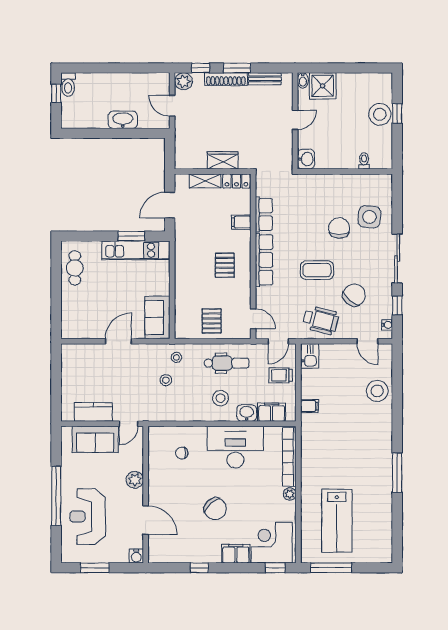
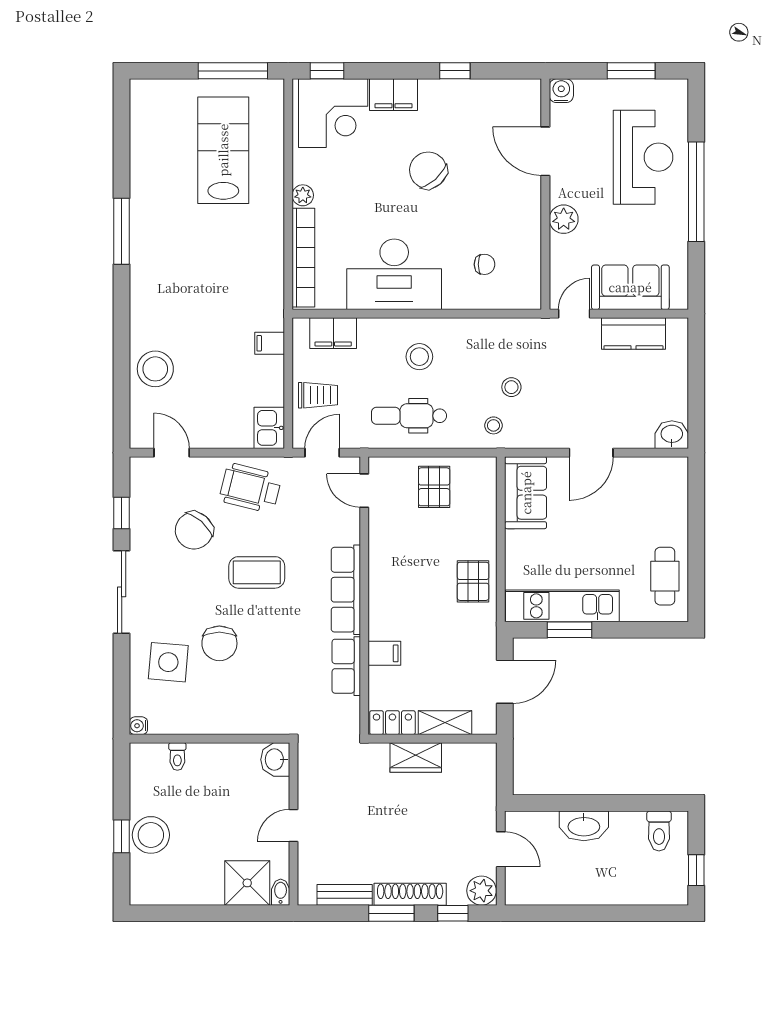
toilet: (68, 85) -> (659, 831), moved, turned 180
pallet: (225, 265) -> (473, 581), moved
water cooler: (387, 325) -> (138, 726), moved
washbasin: (247, 413) -> (672, 435), moved, turned 180

